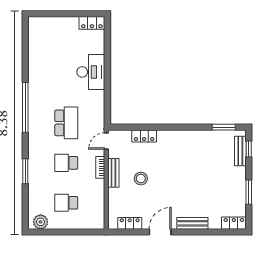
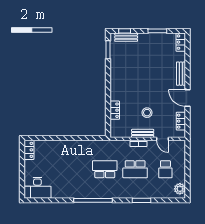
desk: (91, 72) -> (37, 188), moved, turned 180
door: (106, 141) -> (163, 139), moved
school desk: (66, 163) -> (135, 169), width x1.85

